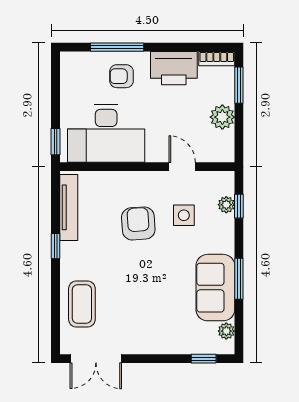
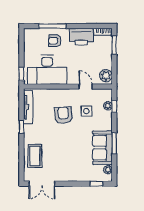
plant: (222, 117) -> (106, 76), moved

